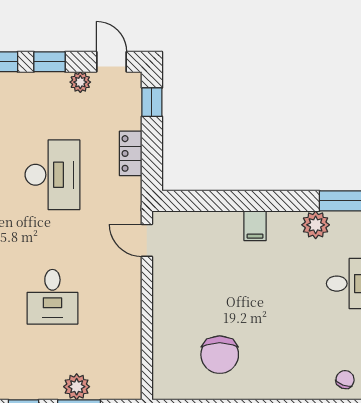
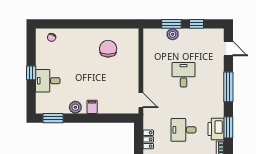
desk: (52, 175) -> (184, 130), width x0.73
plant: (316, 225) -> (75, 107), moved

